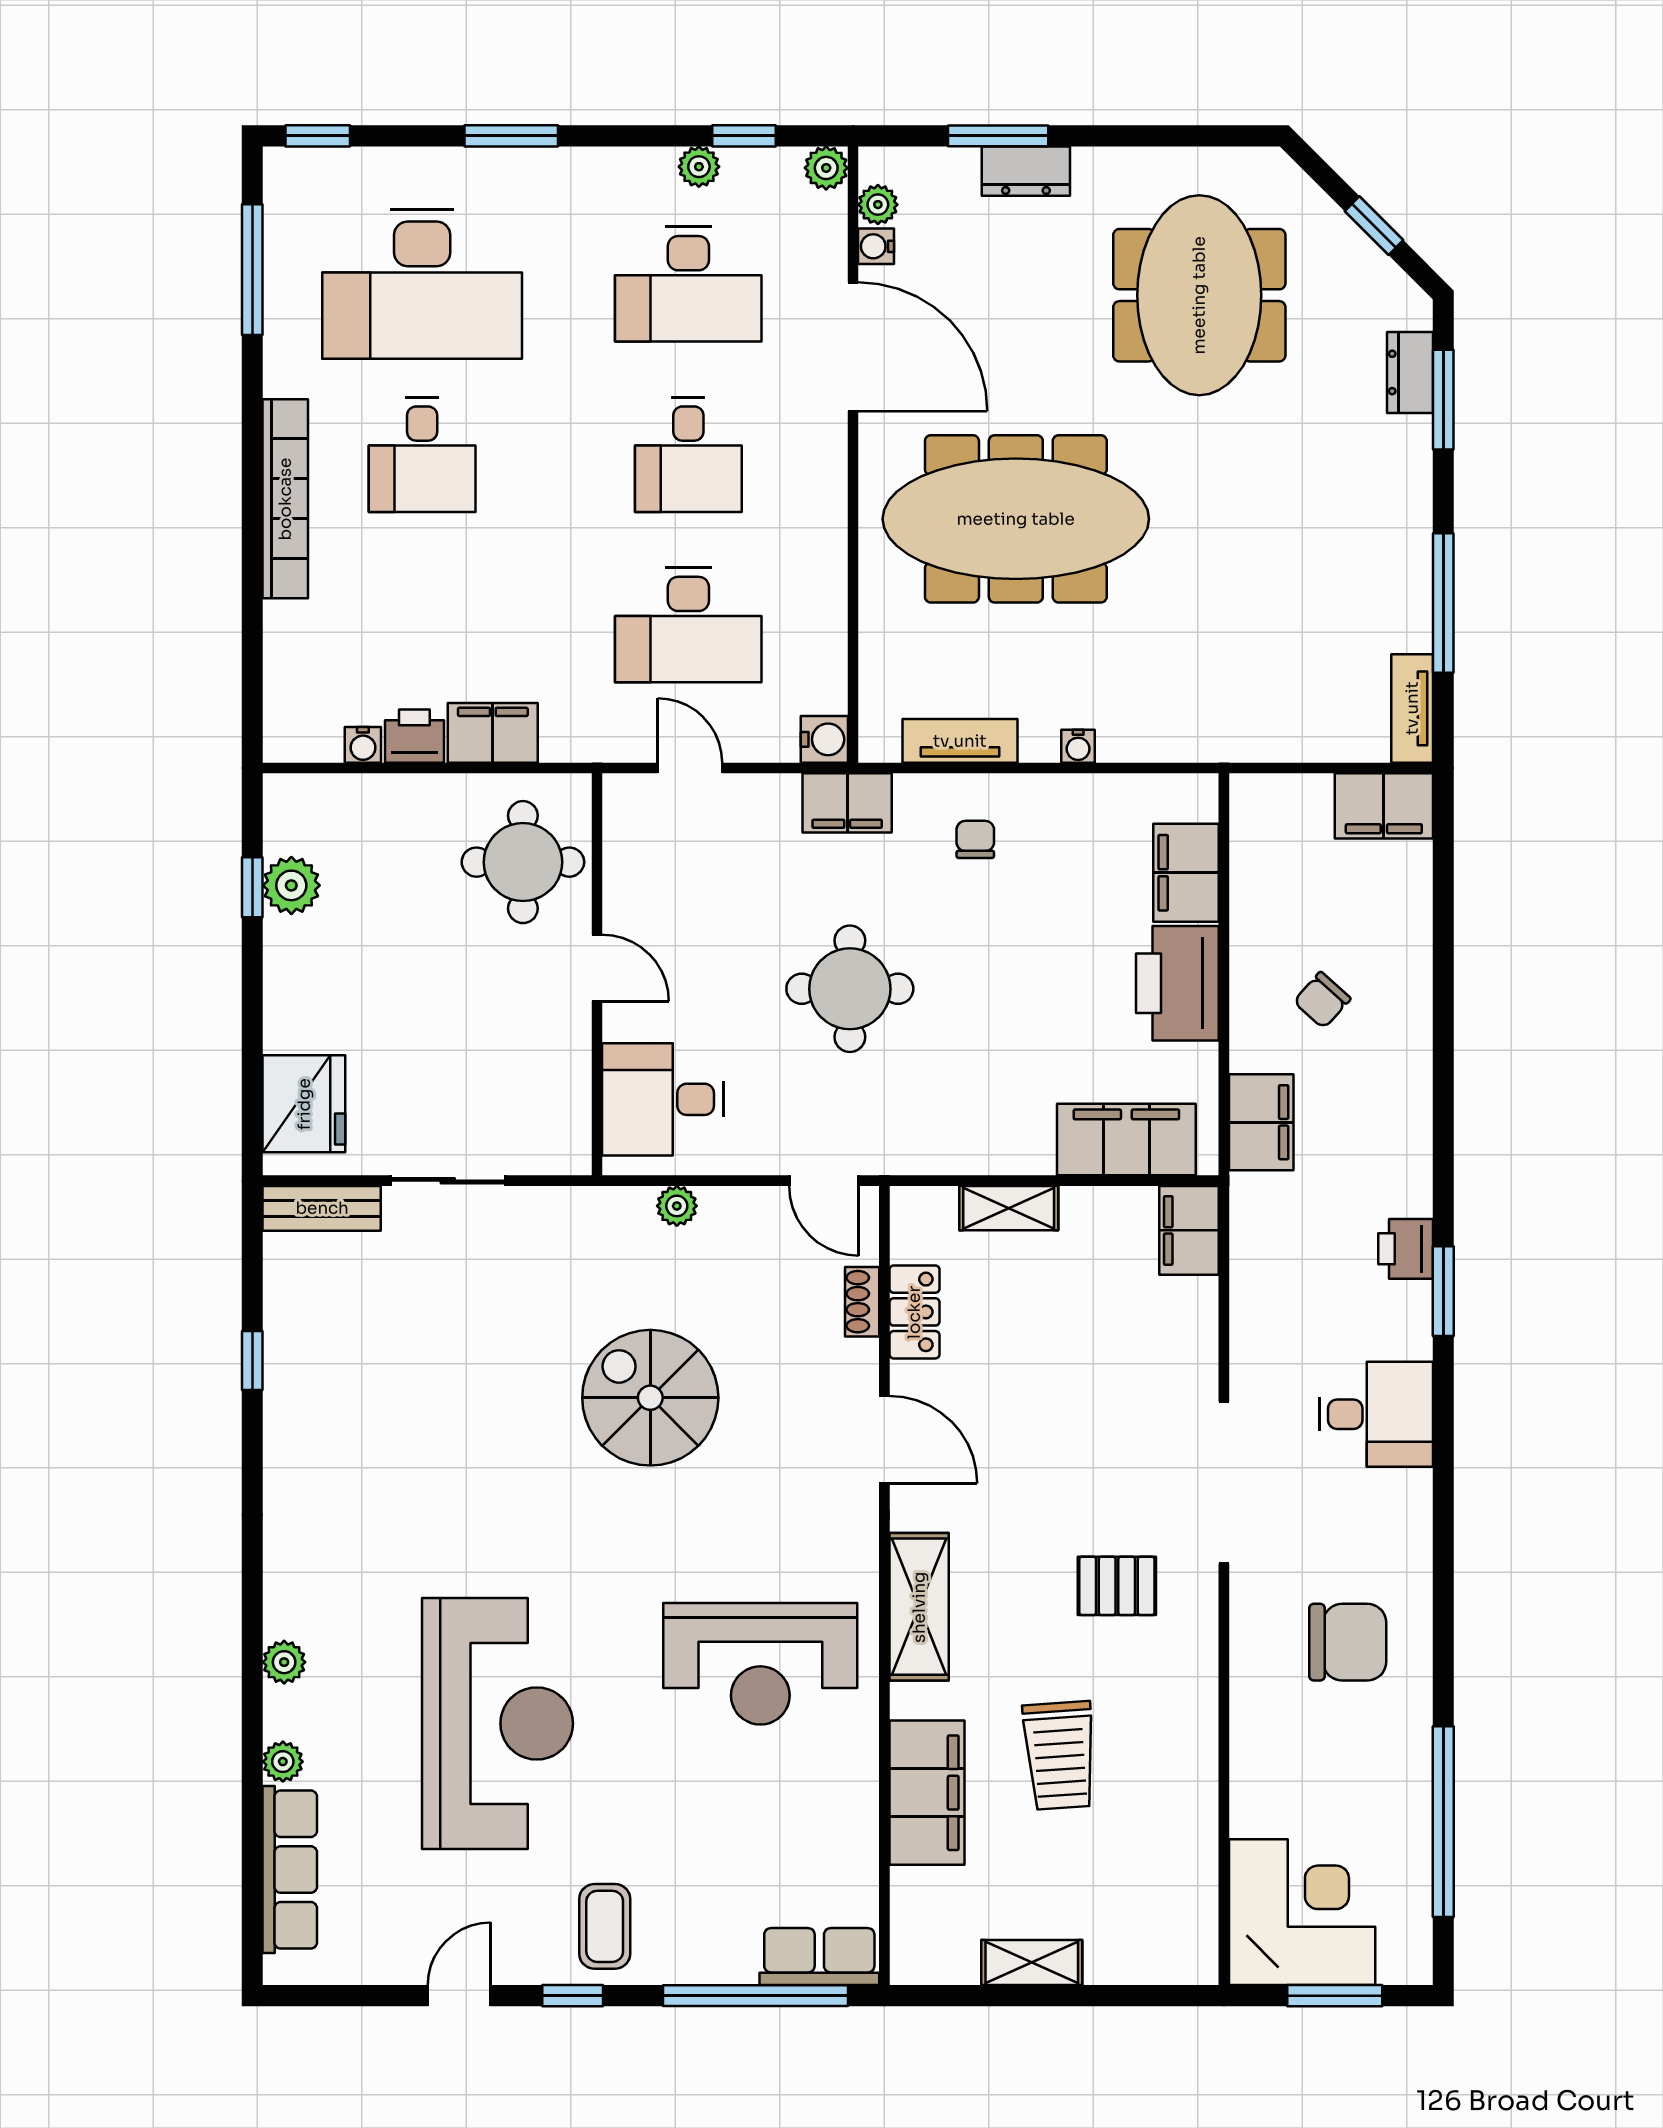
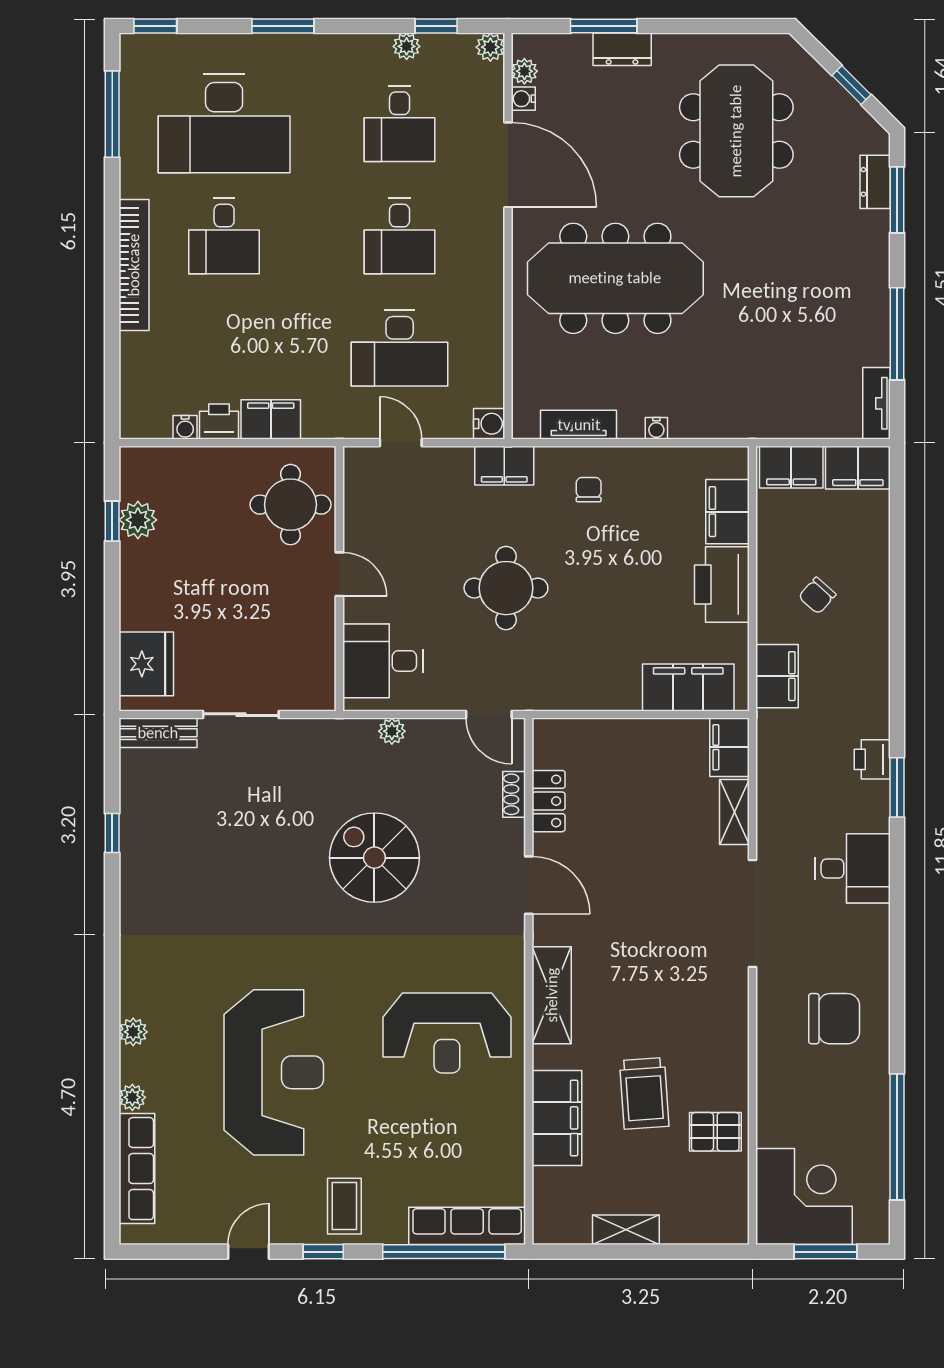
desk: (688, 284) -> (400, 124), width x0.73
filing cabinet: (1283, 805) -> (791, 467), added
shelving: (1009, 1208) -> (734, 812), moved, turned 90
pallet: (1117, 1586) -> (715, 1132), moved
row of seats: (819, 1957) -> (467, 1226), width x1.48

